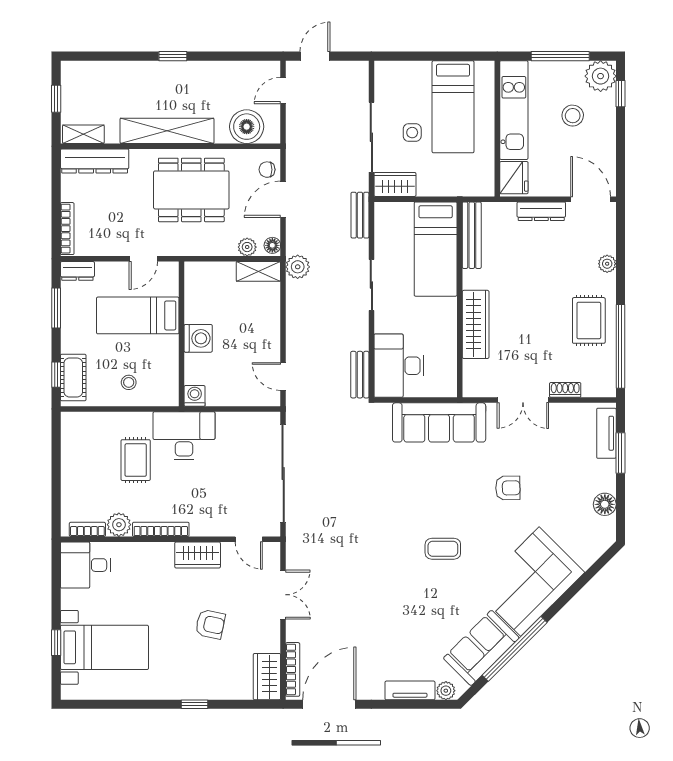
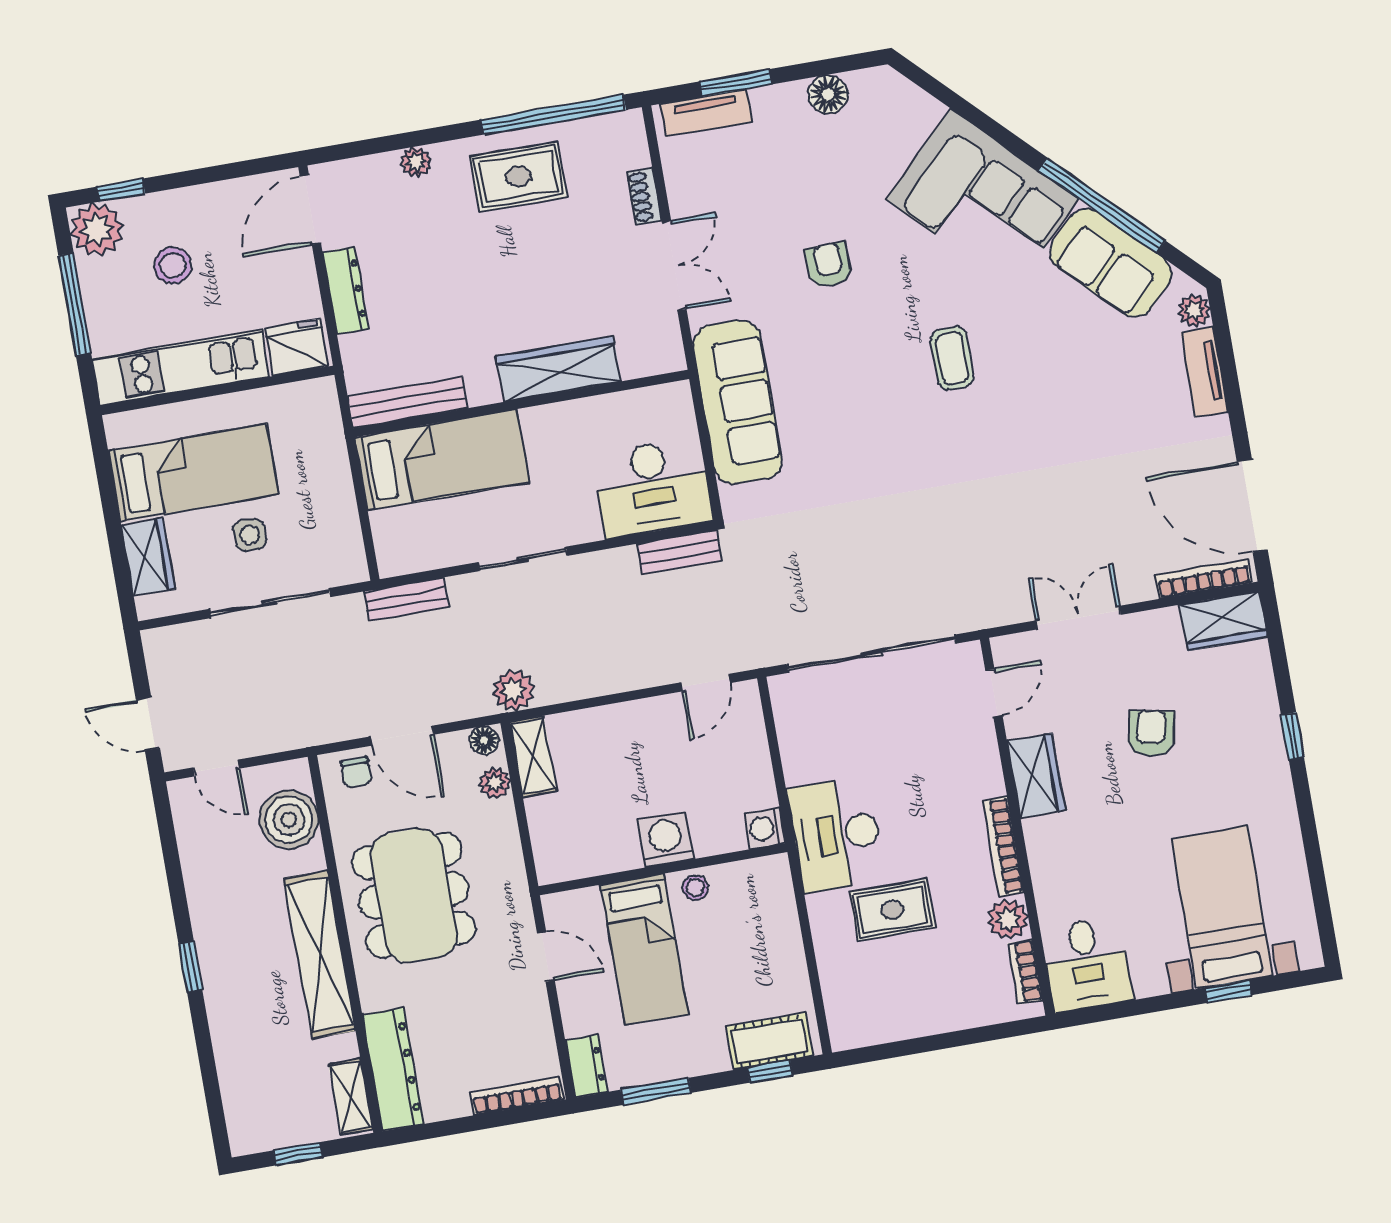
wardrobe: (395, 184) -> (148, 557), moved, turned 180
stool: (129, 382) -> (695, 888), moved

